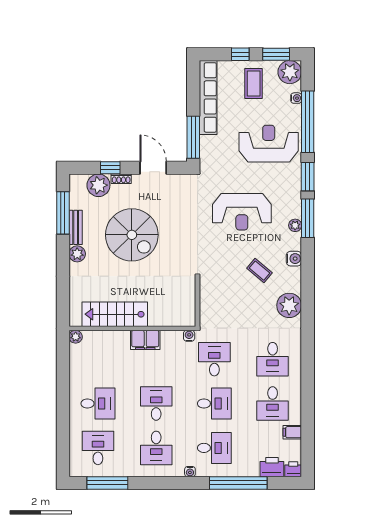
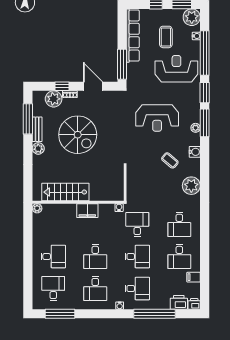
coffee table: (254, 84) -> (166, 37), moved
desk: (156, 404) -> (95, 256), turned 180

